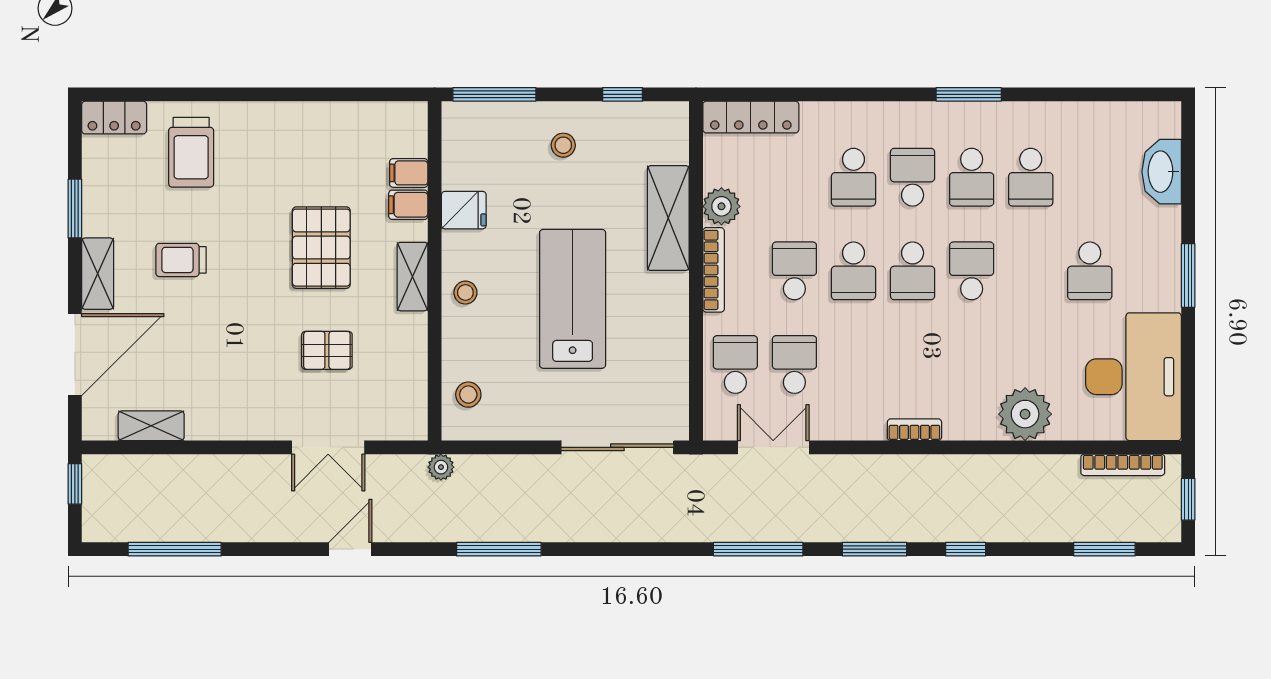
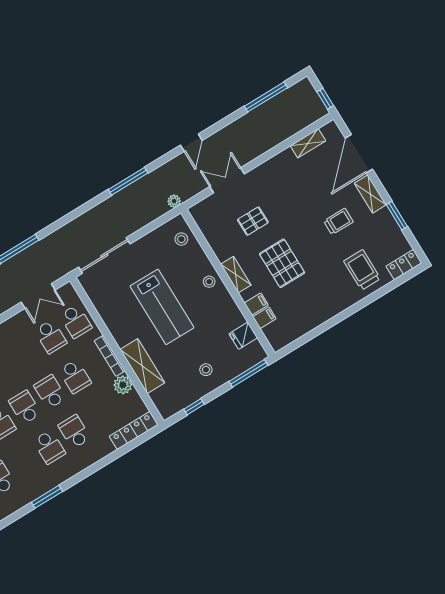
school desk: (972, 177) -> (24, 462), removed
fridge: (464, 210) -> (243, 336), moved

